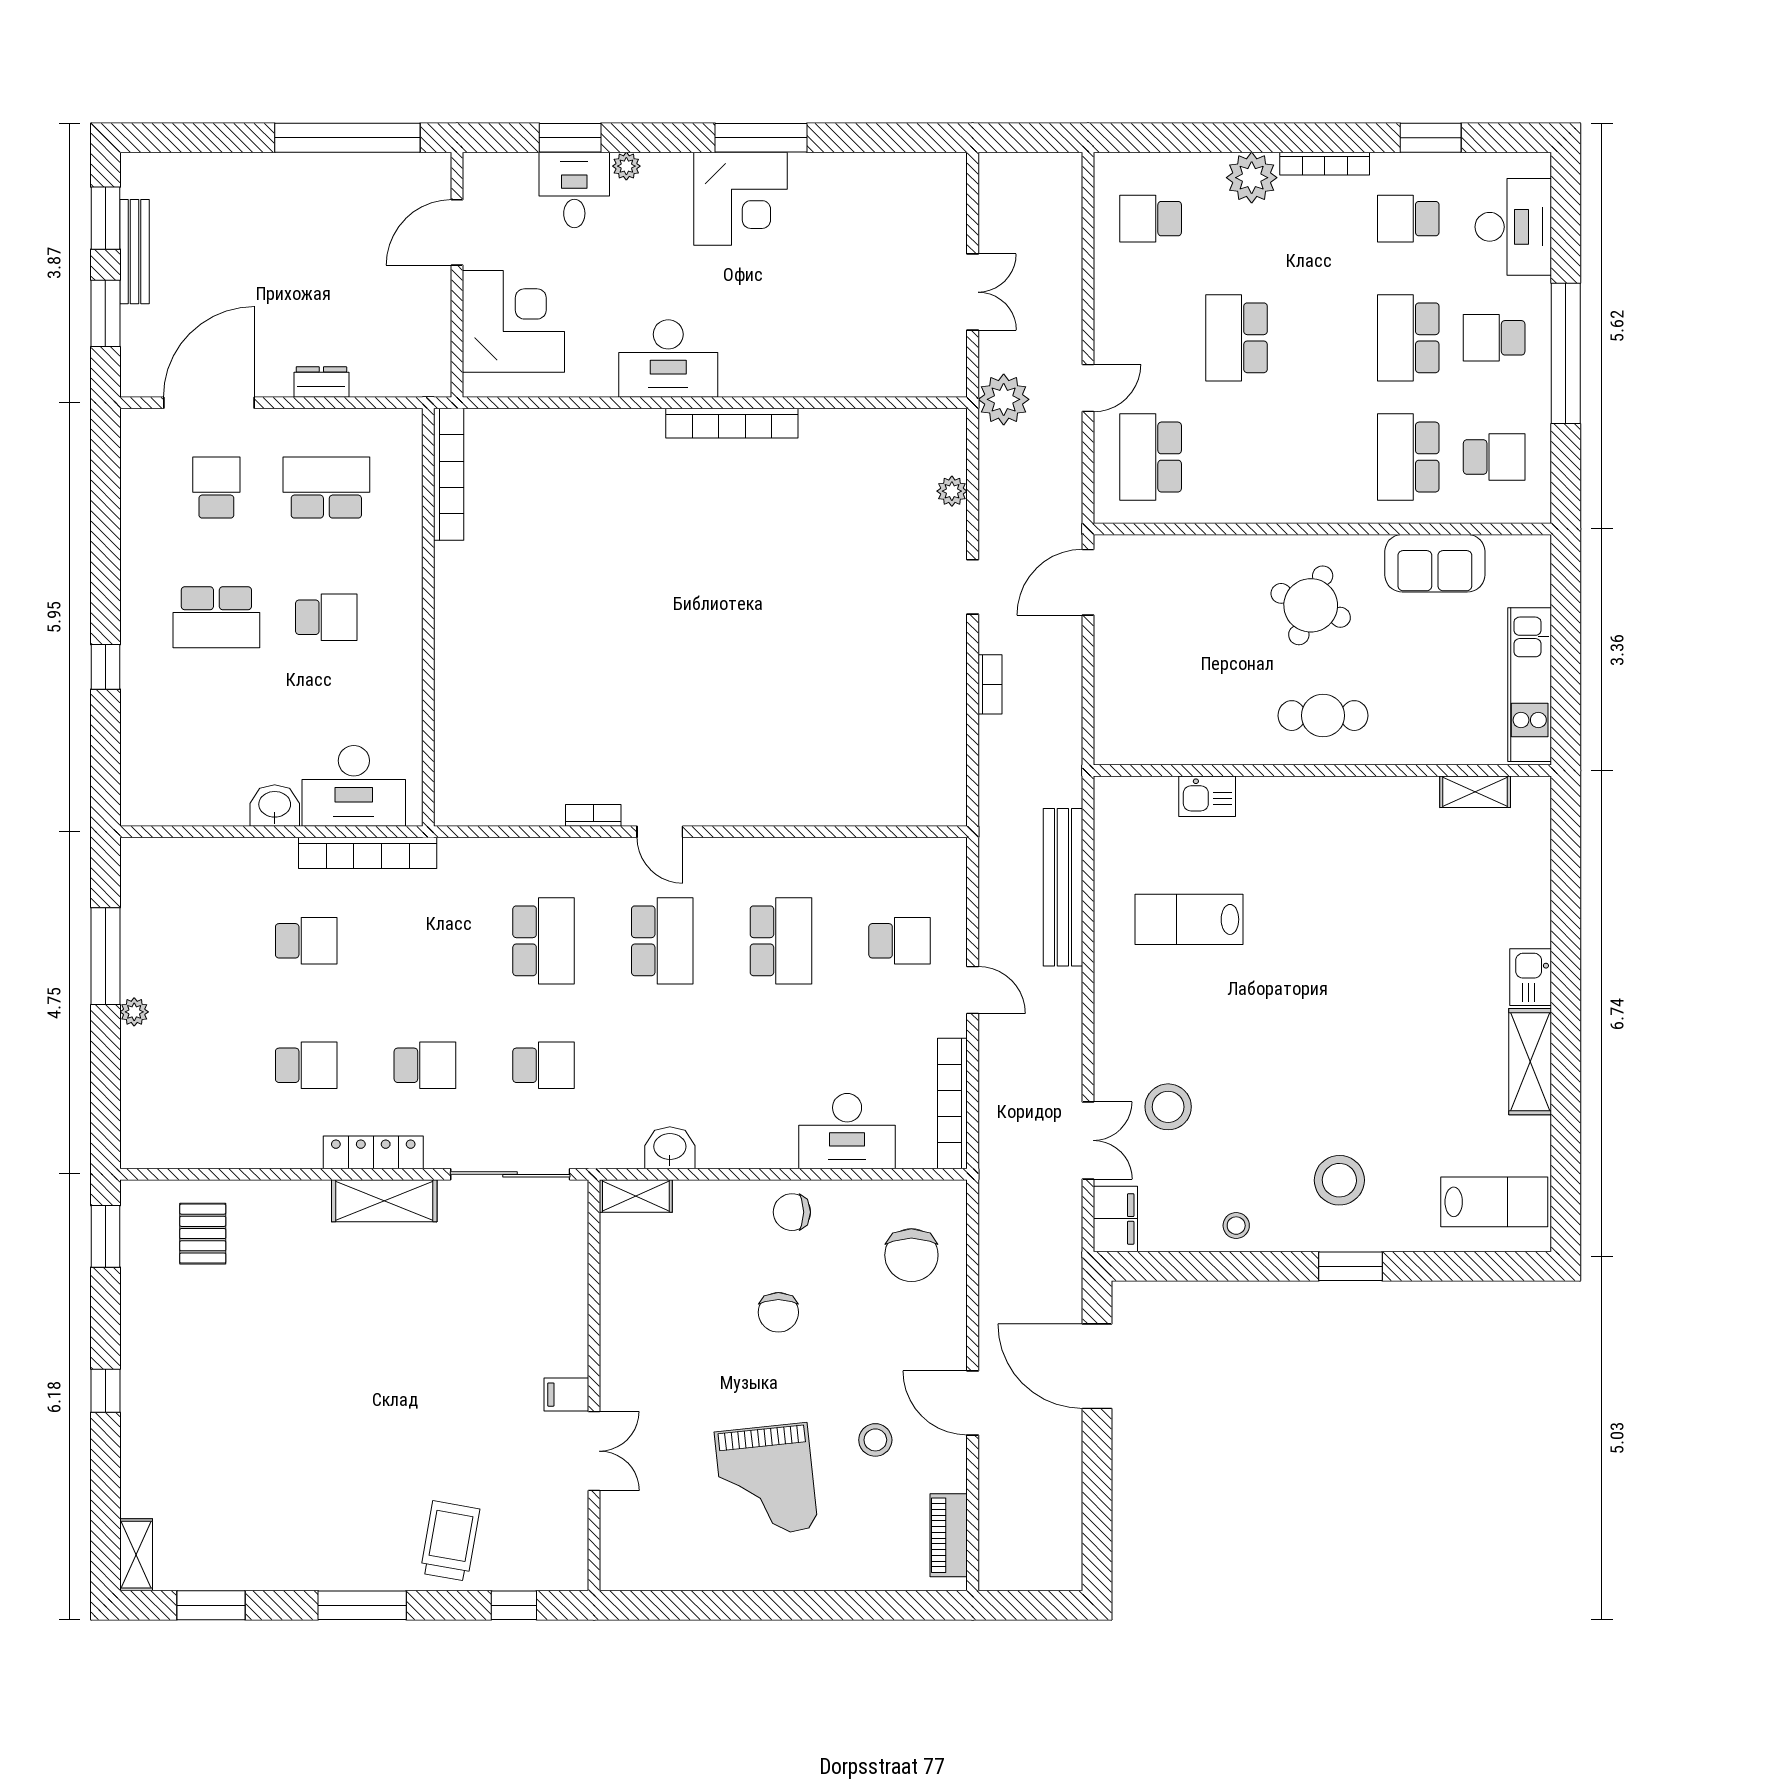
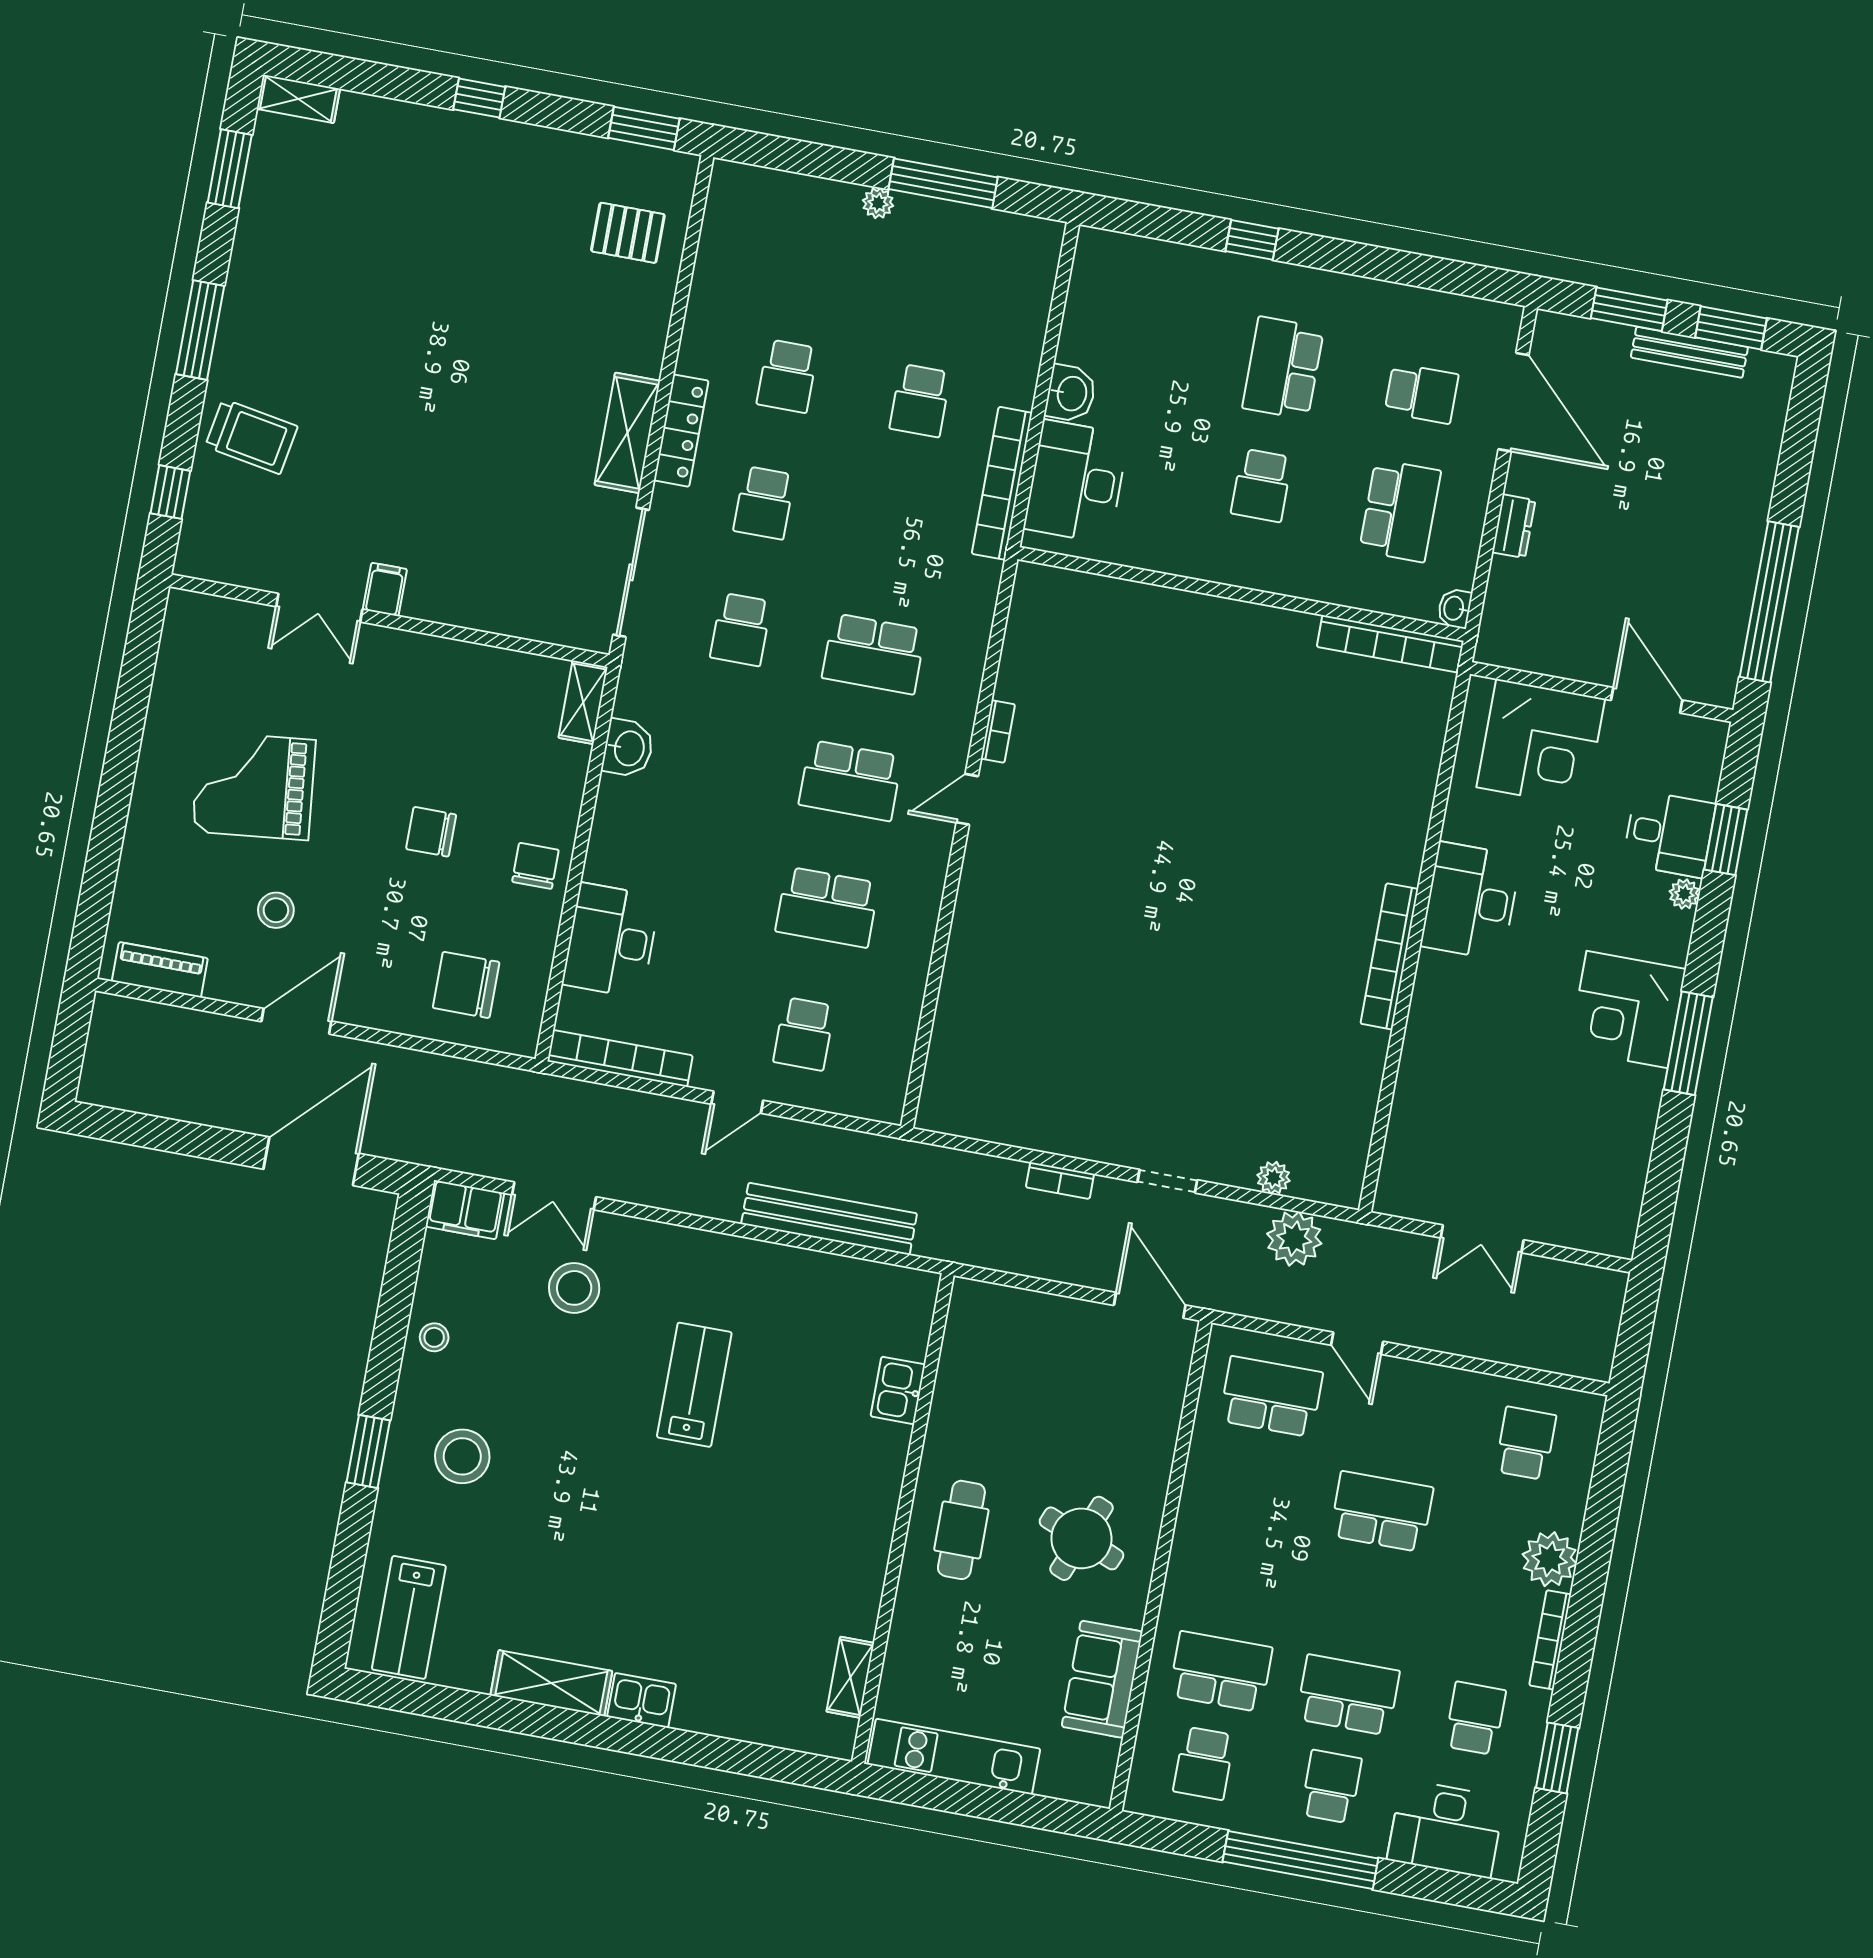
plant: (1004, 399) -> (1294, 1239), moved
washbasin: (406, 422) -> (1455, 608), added
lab bench: (1189, 919) -> (694, 1385), moved

